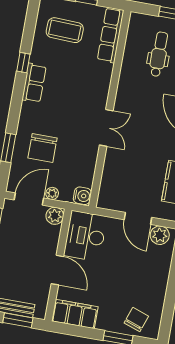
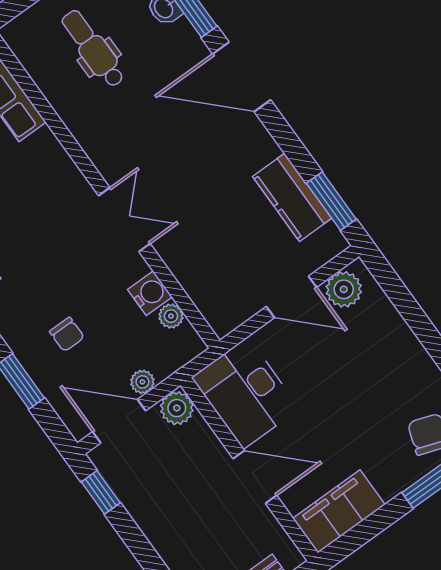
chair: (43, 148) -> (67, 334), width x0.54, depth x0.54
plant: (87, 180) -> (171, 316), added
water cooler: (82, 196) -> (150, 293), moved
door: (29, 199) -> (119, 421), hinge flipped

